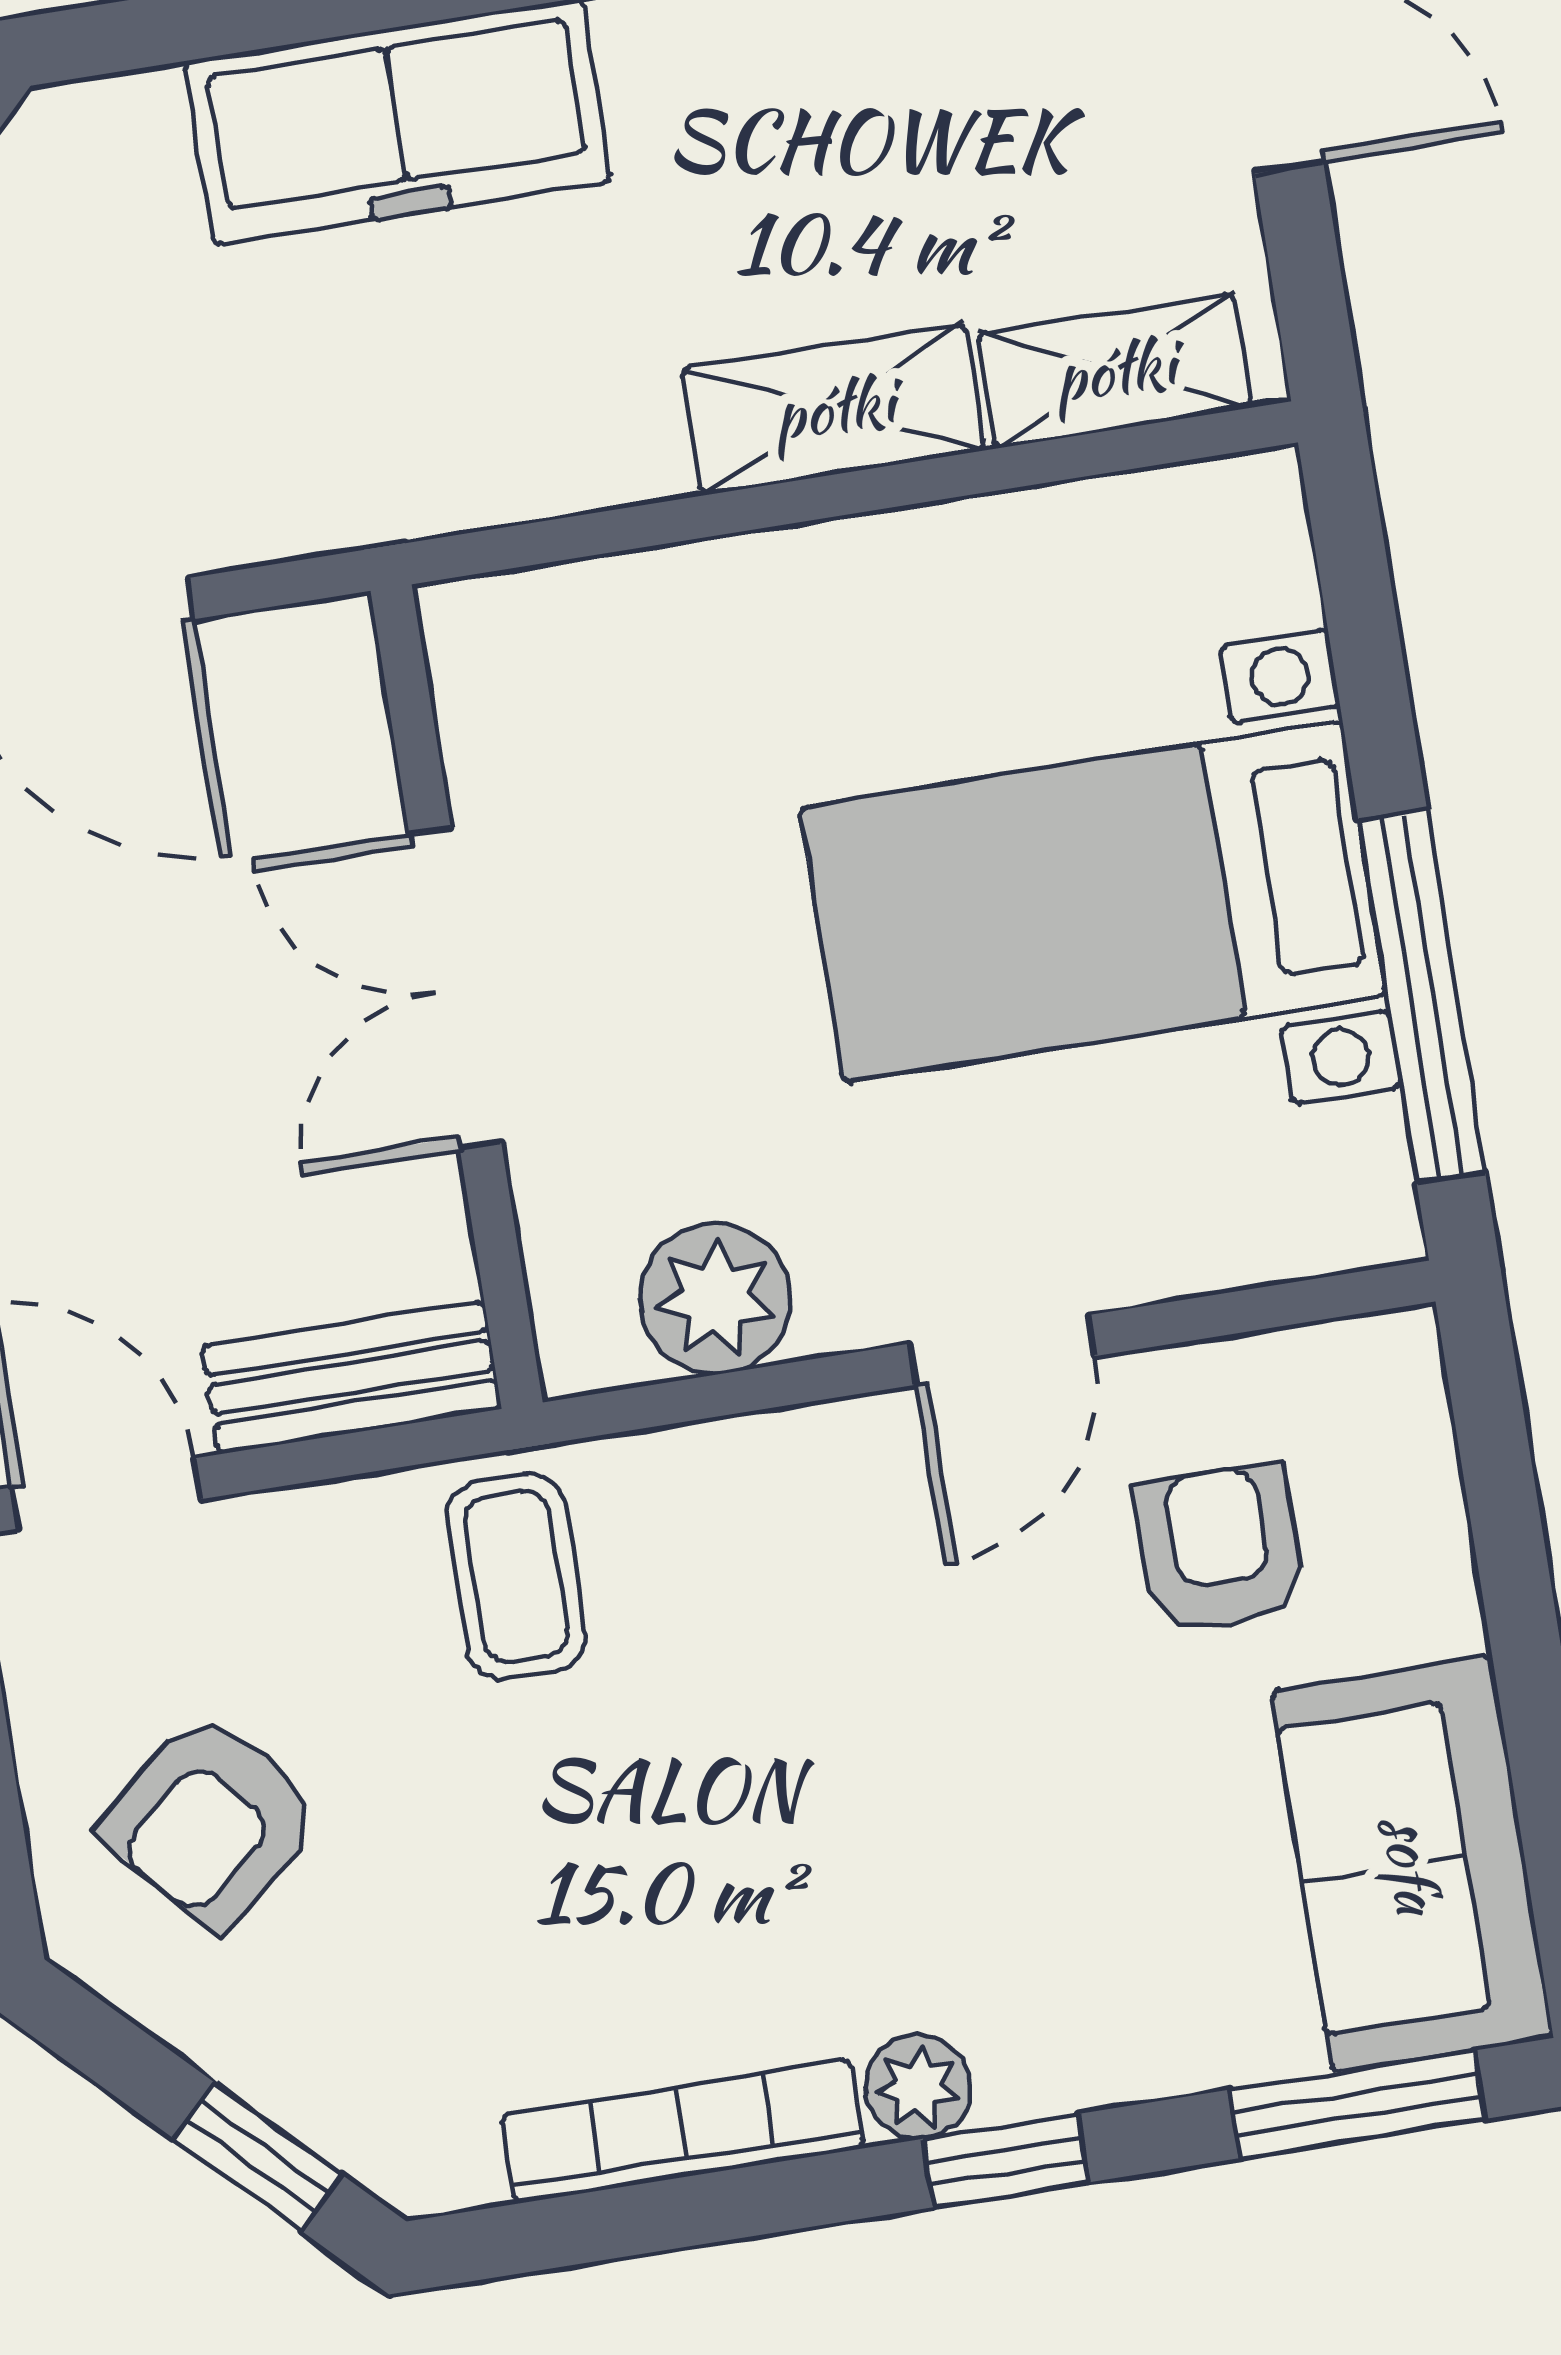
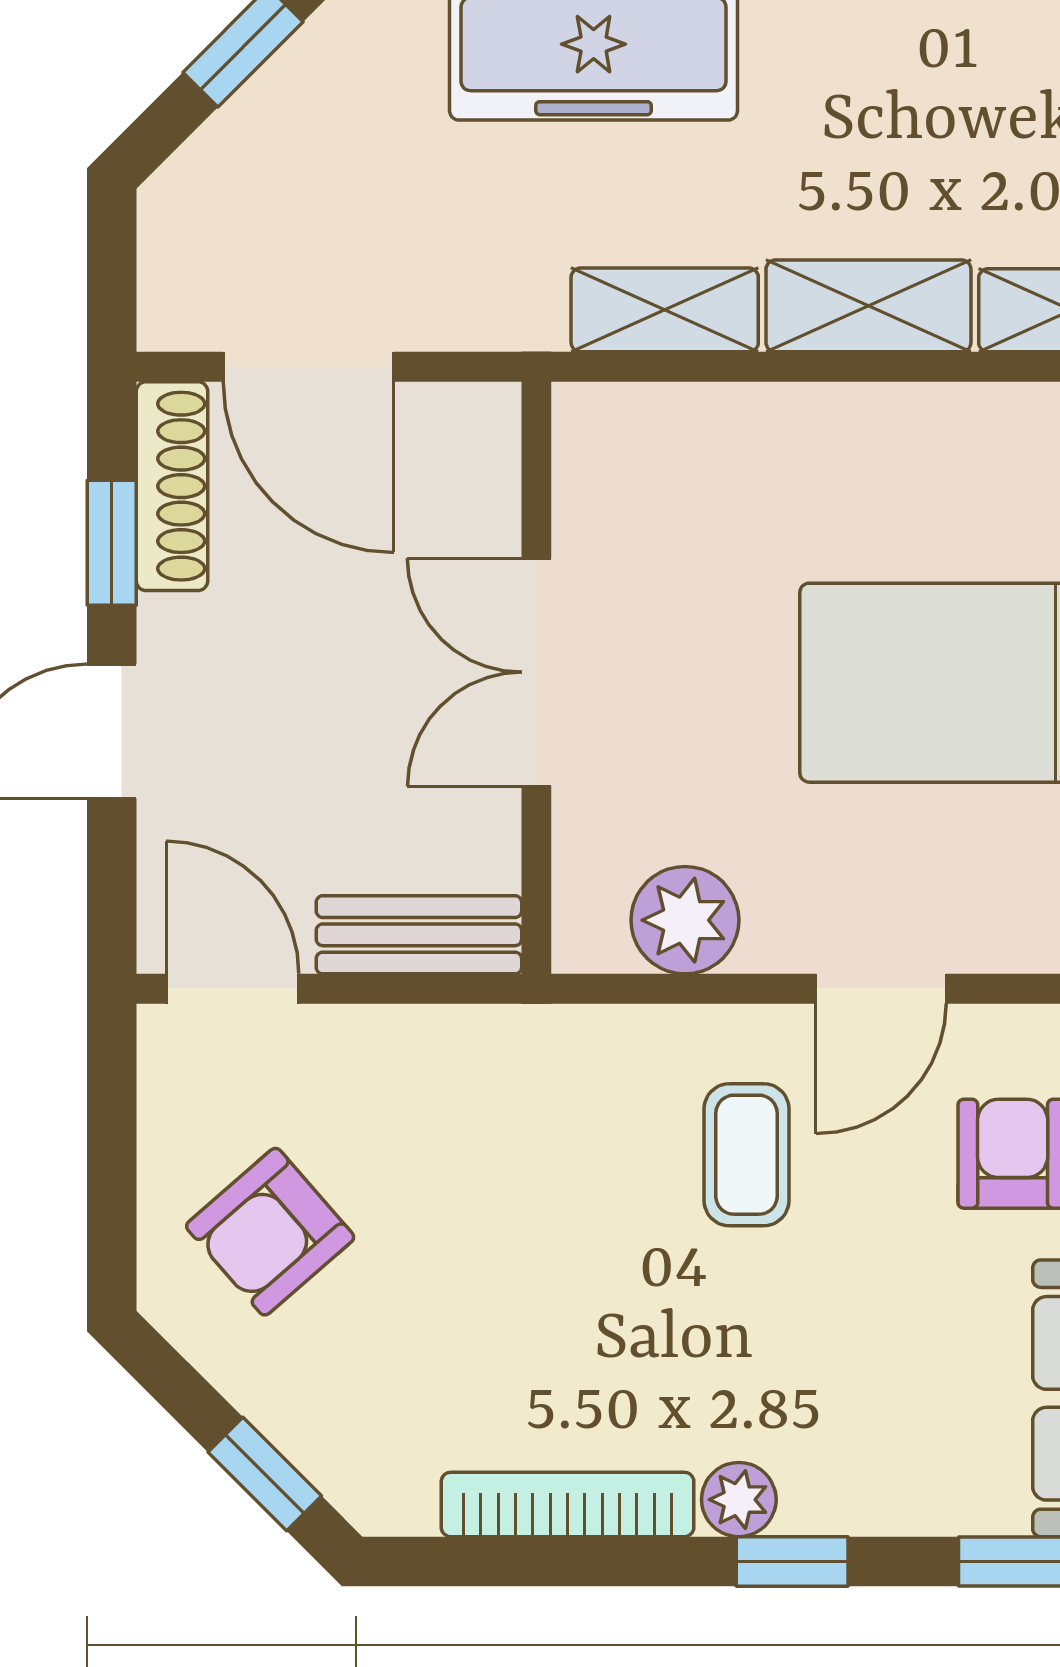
shelving: (553, 460) -> (665, 310), added
coffee table: (516, 1577) -> (747, 1155), moved

